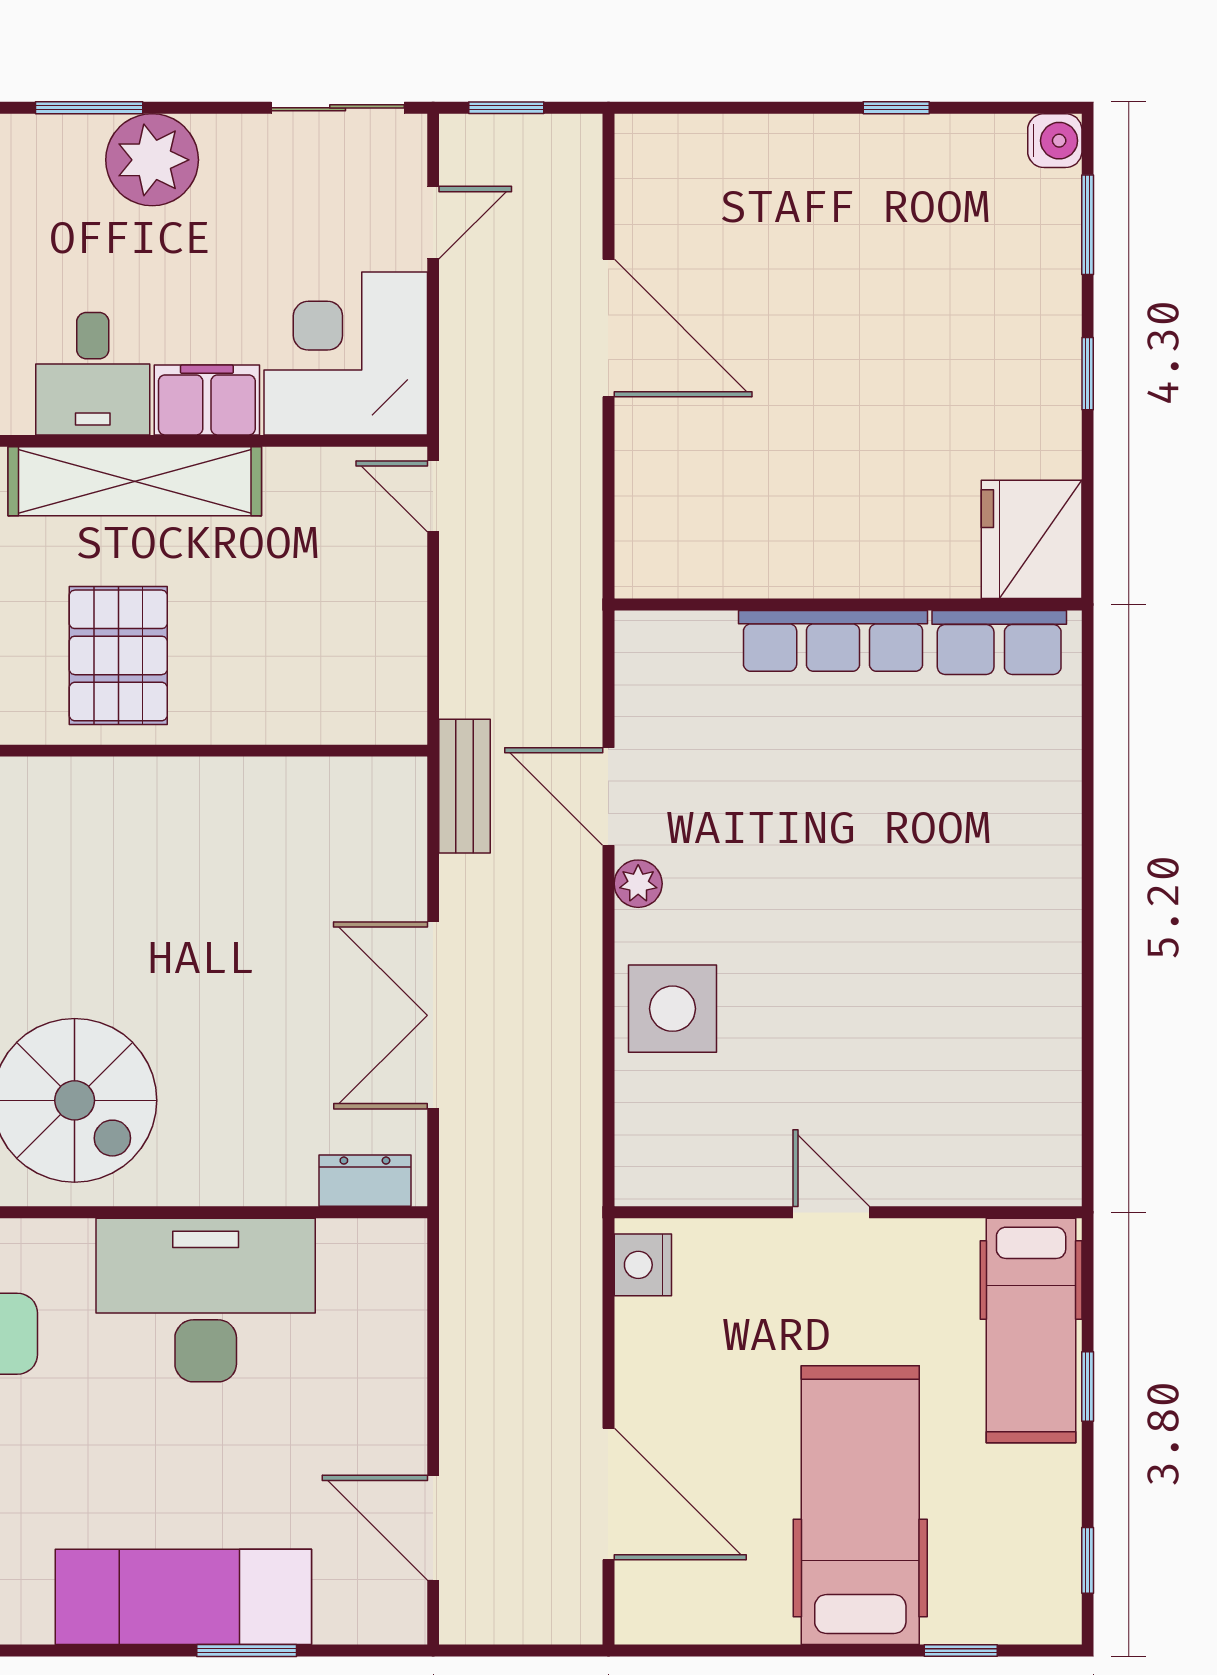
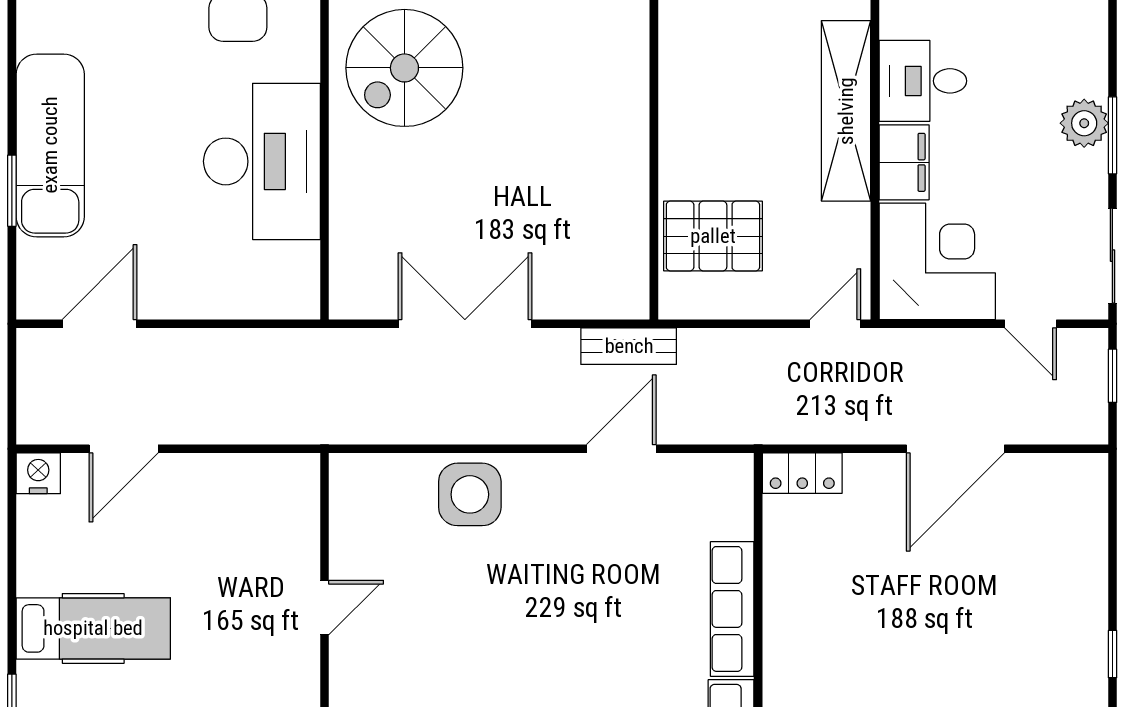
window: (89, 108) -> (1112, 135), moved
plant: (152, 160) -> (1084, 123), width x0.73, depth x0.73
locker: (643, 543) -> (802, 473), added
pallet: (118, 655) -> (713, 236), moved
plant: (638, 884) -> (559, 470), removed
dresser: (365, 1181) -> (347, 275), removed
nightstand: (643, 1265) -> (38, 473), moved
door: (608, 1494) -> (124, 449), width x0.73
hospital bed: (860, 1505) -> (93, 628), width x0.73, depth x0.78

